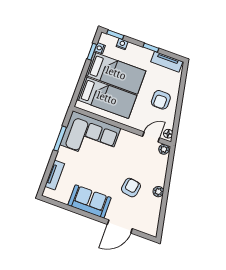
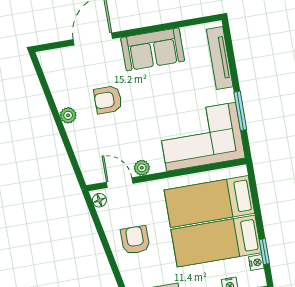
door: (151, 137) -> (120, 183), swing flipped
plant: (164, 149) -> (142, 168), moved
tv unit: (55, 175) -> (220, 58), width x1.41
armchair: (131, 188) -> (108, 100), turned 82

